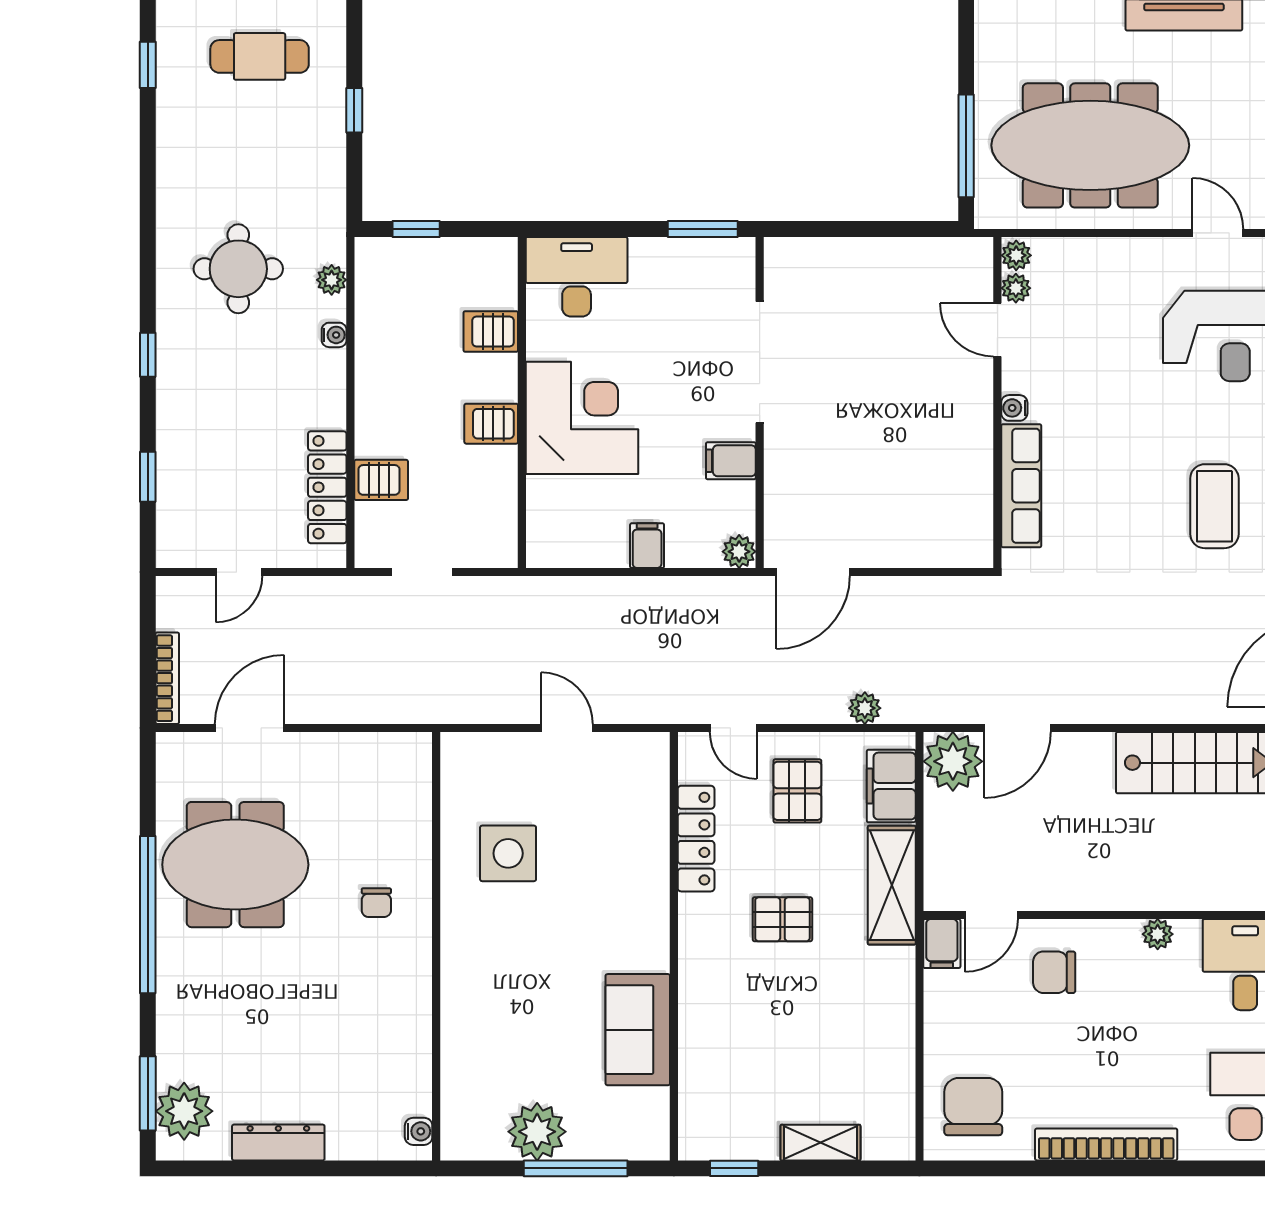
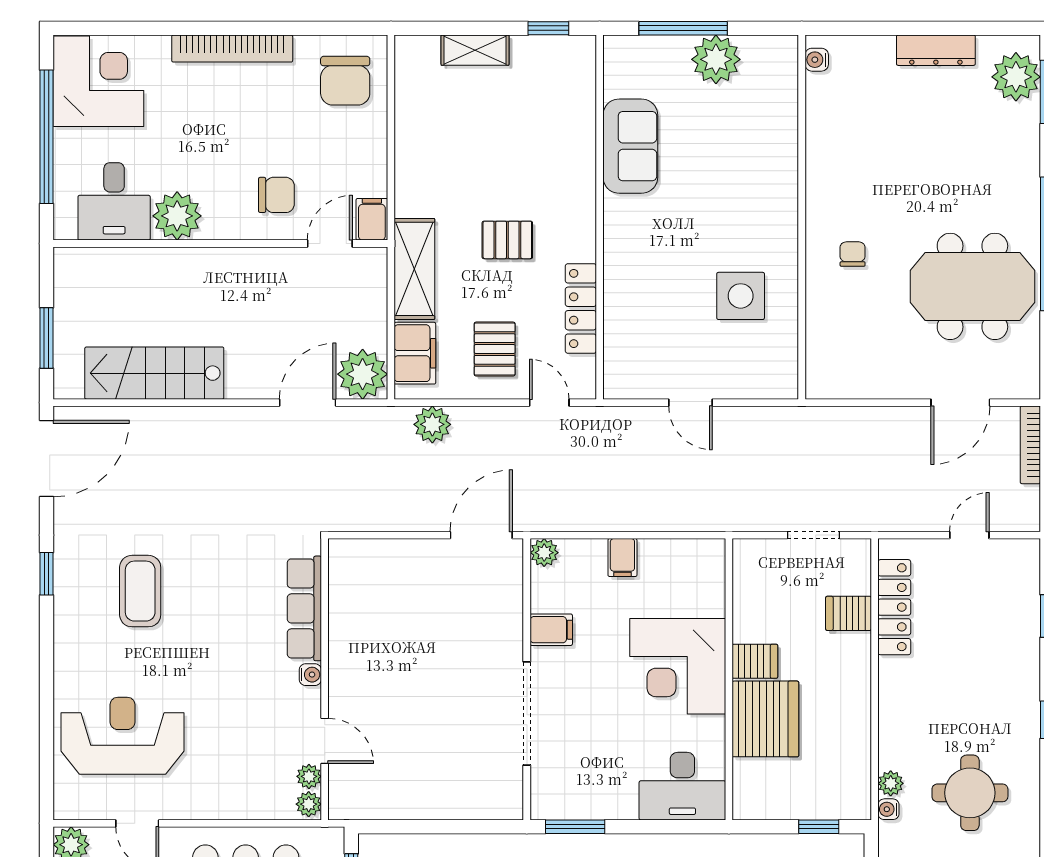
server rack: (491, 331) -> (765, 719), width x2.18, depth x1.44
water cooler: (334, 335) -> (888, 809), moved
plant: (865, 708) -> (432, 424), width x1.38, depth x1.38
plant: (1158, 934) -> (177, 216), width x1.88, depth x1.88

